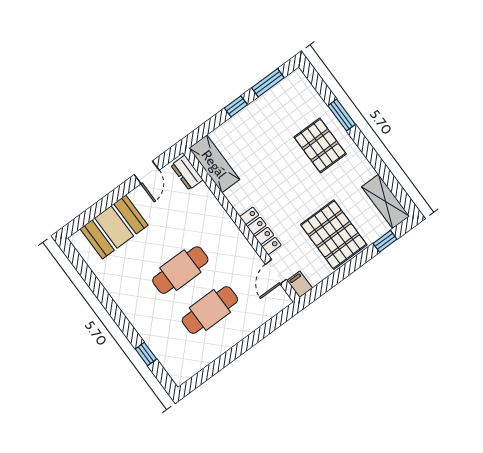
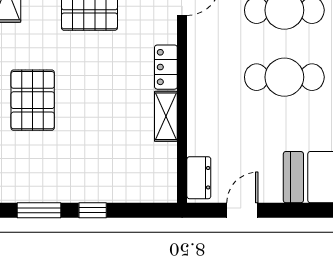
shelving: (214, 164) -> (166, 116), moved, width x0.67, depth x0.75
locker: (260, 231) -> (166, 67), width x0.66

